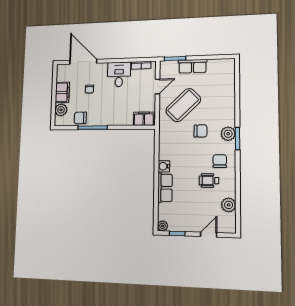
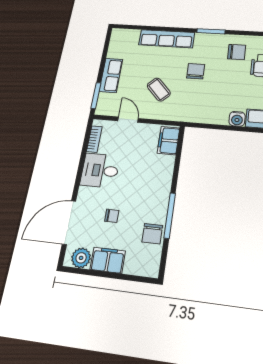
row of seats: (228, 104) -> (167, 39), added
coffee table: (183, 105) -> (159, 90), width x0.54, depth x0.58
plant: (61, 110) -> (81, 258), moved
plant: (228, 134) -> (203, 41), removed
chair: (220, 161) -> (237, 52), turned 180

